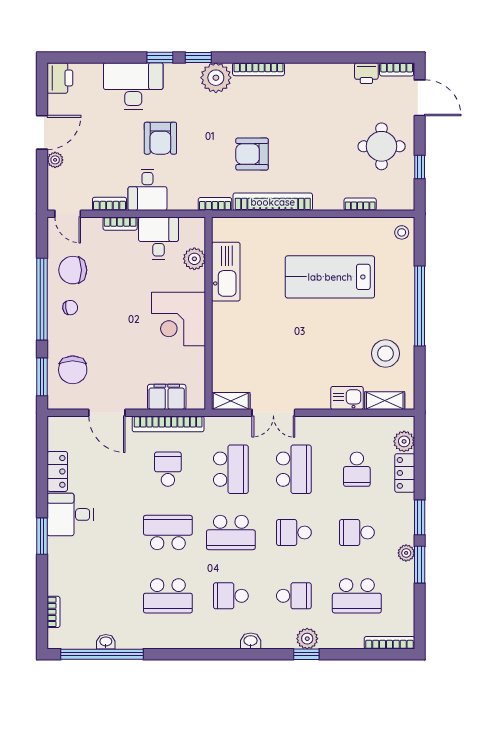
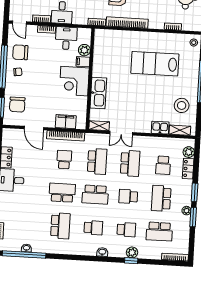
kitchen sink: (226, 272) -> (98, 93), moved
filing cabinet: (193, 281) -> (83, 62), added
school desk: (357, 532) -> (161, 198), width x1.85
school desk: (168, 596) -> (60, 226), turned -90
school desk: (231, 596) -> (93, 228), turned 180

